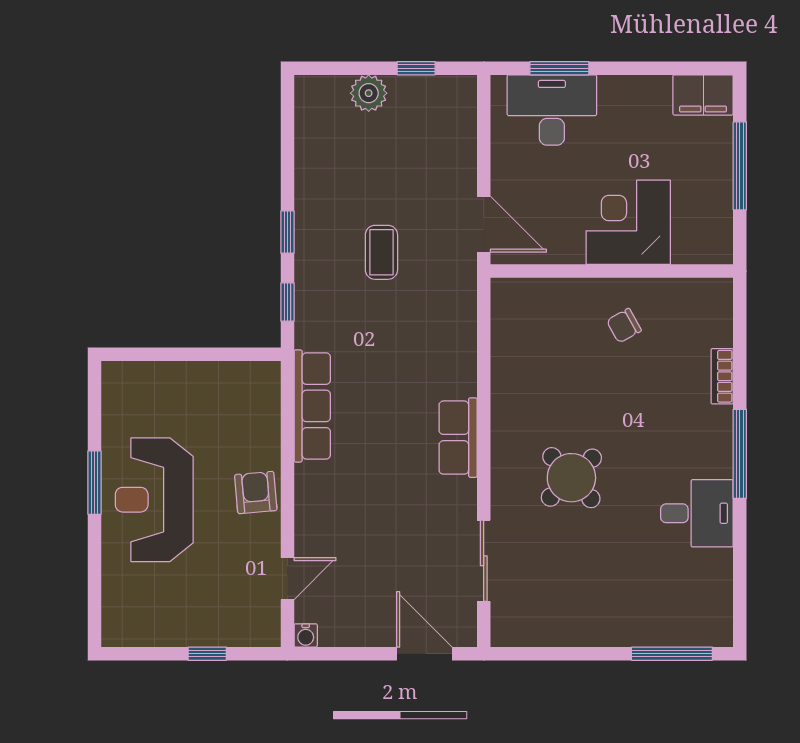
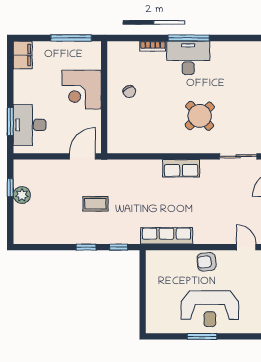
plant: (369, 93) -> (22, 195), moved
window: (740, 166) -> (71, 38), moved
desk: (697, 513) -> (188, 58), moved, width x1.37

